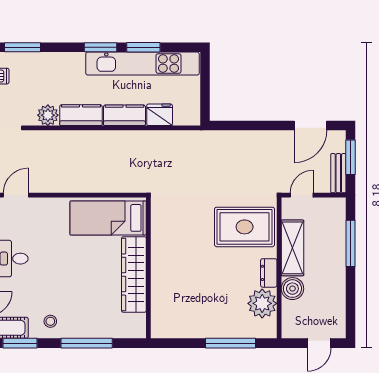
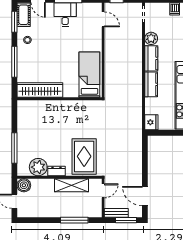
fridge: (160, 115) -> (151, 122), moved
door: (302, 195) -> (103, 191), hinge flipped
wardrobe: (134, 275) -> (40, 90), moved
boiler: (292, 289) -> (24, 185), moved

